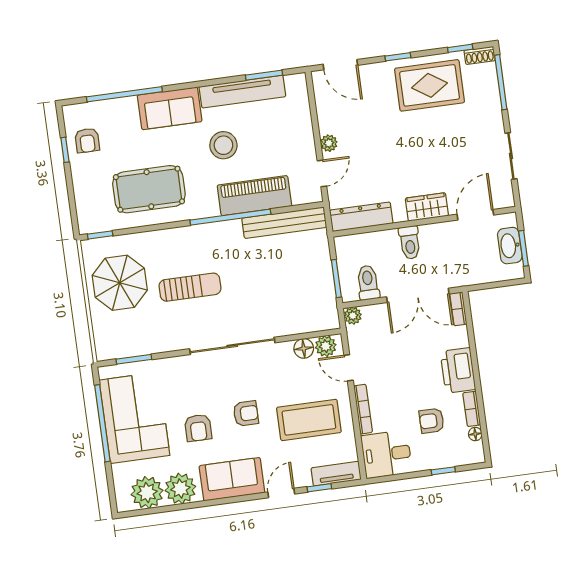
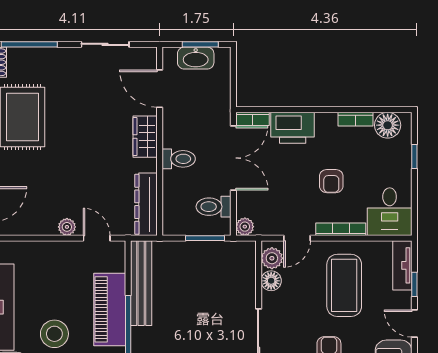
printer: (458, 370) -> (293, 128), moved
armchair: (432, 421) -> (331, 181), moved
floor lamp: (475, 434) -> (388, 125), width x1.89, depth x1.89

